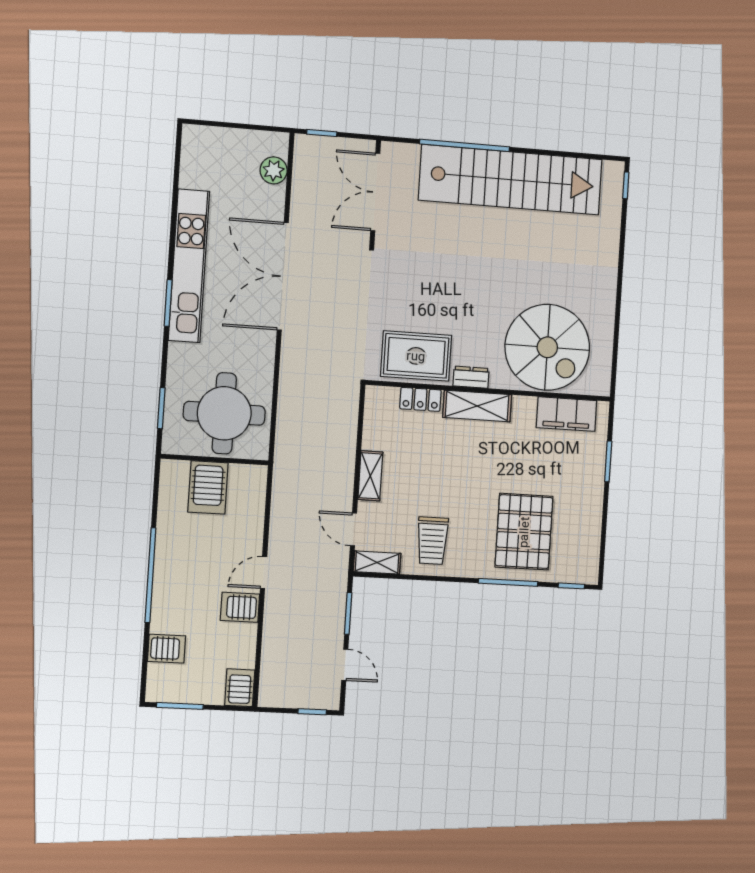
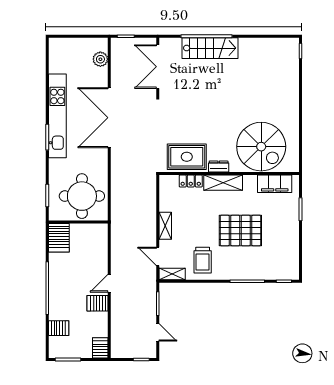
stairs: (511, 180) -> (210, 48), width x0.54, depth x0.66
server rack: (208, 487) -> (59, 238), moved
pallet: (524, 532) -> (240, 231), moved, turned 90

